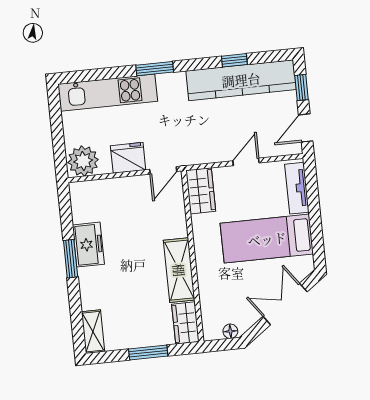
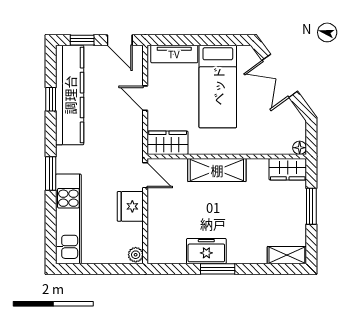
plant: (83, 161) -> (136, 255), width x0.53, depth x0.53
shelving: (179, 270) -> (217, 170), moved
floor lamp: (230, 331) -> (300, 148), moved

